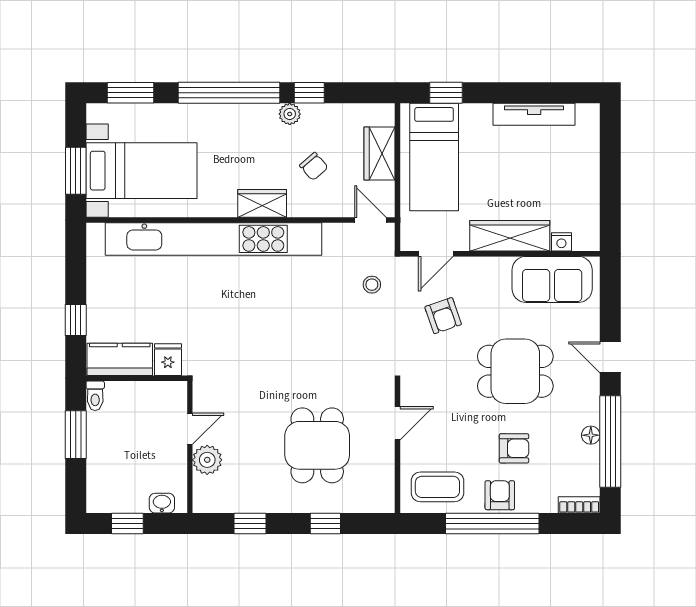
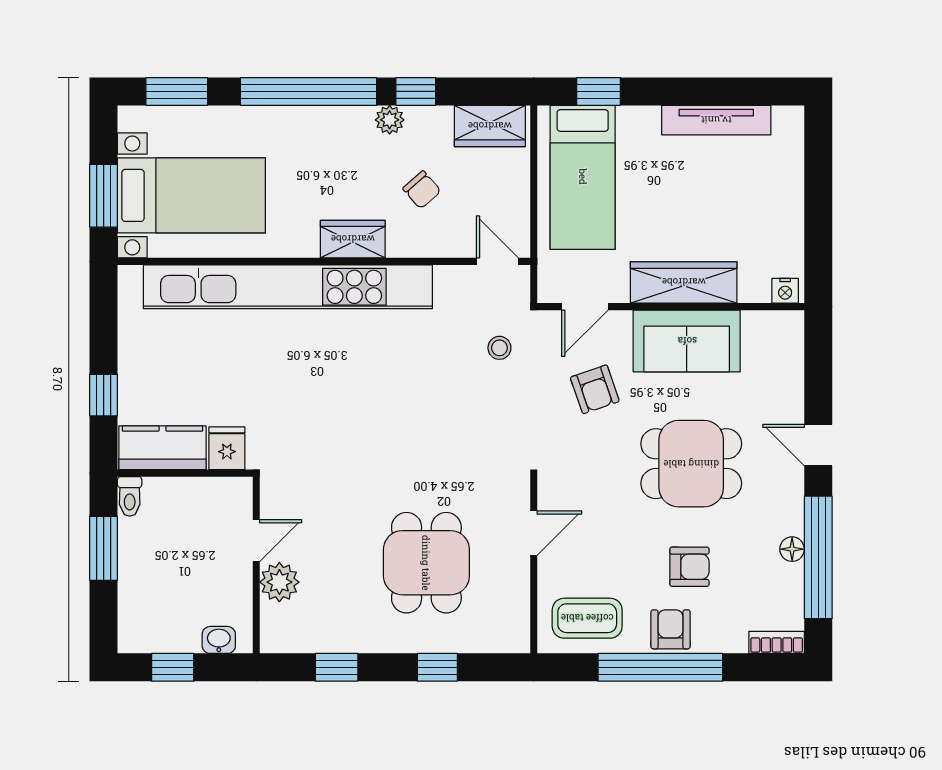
wardrobe: (379, 153) -> (490, 126), moved, turned -90
nightstand: (561, 242) -> (785, 291), moved
sofa: (552, 279) -> (687, 341), moved

